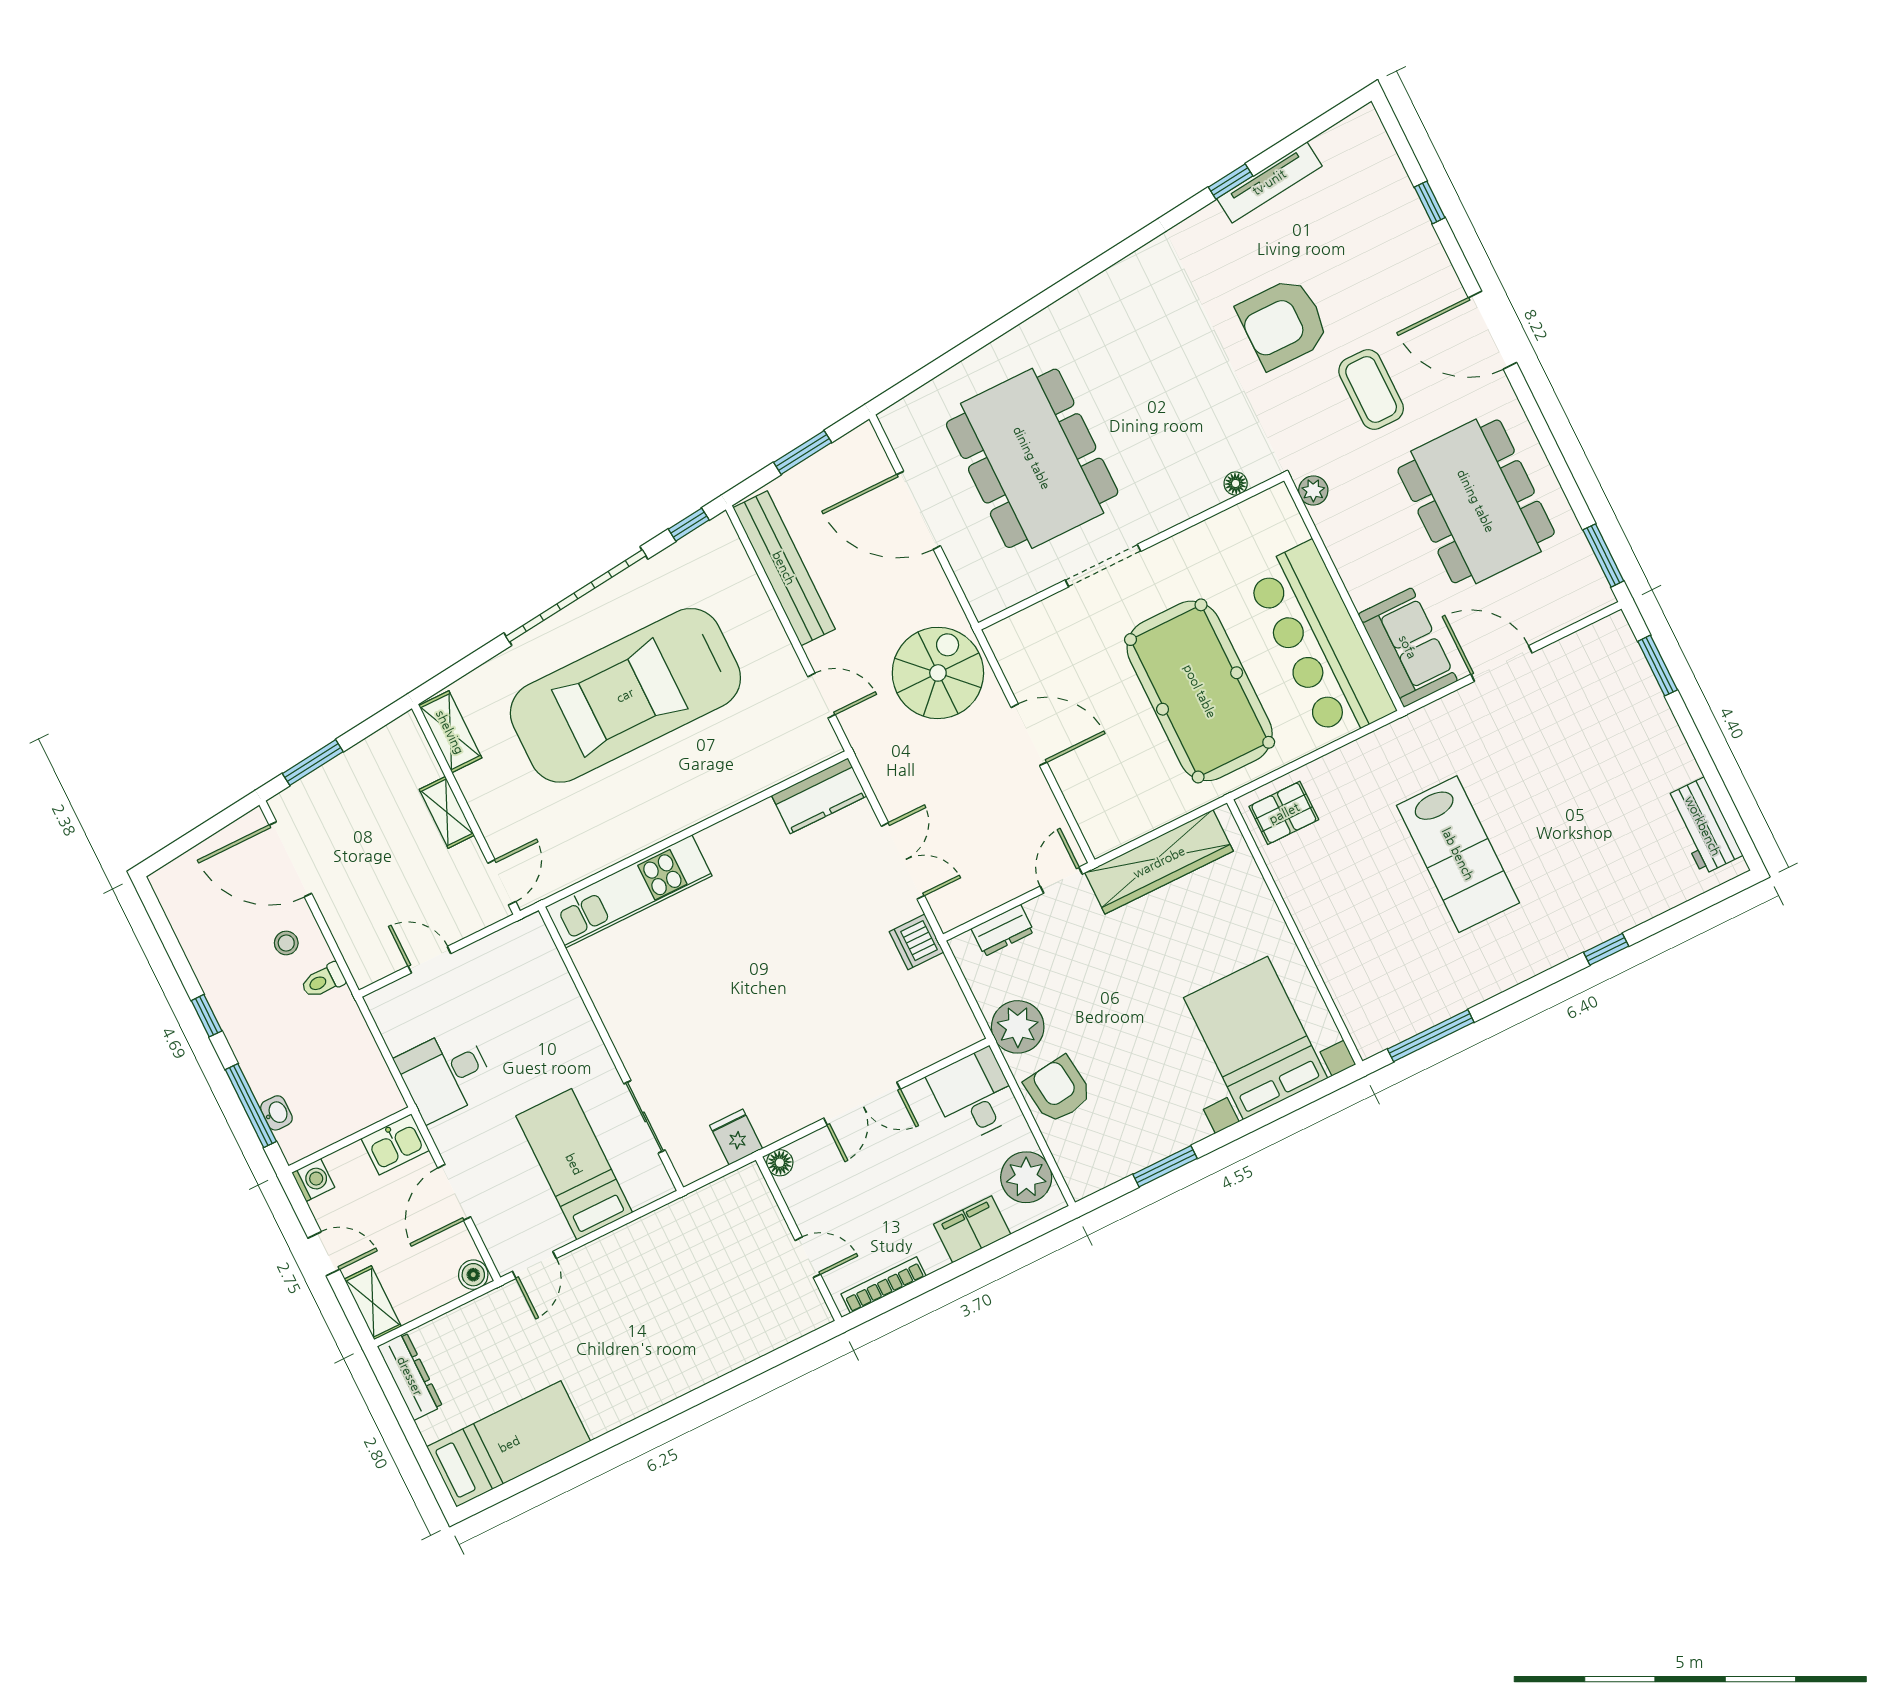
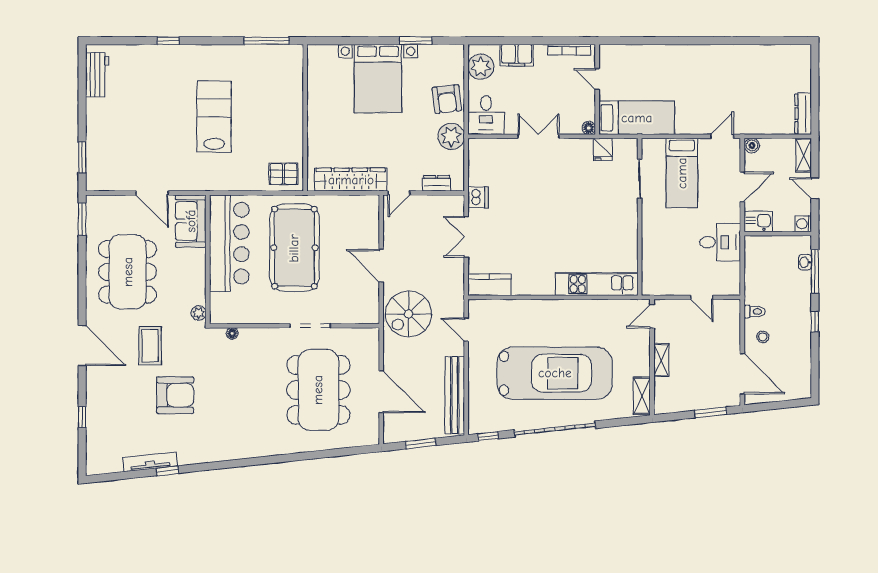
bed with nightstands: (1256, 1038) -> (378, 79), moved
bed: (509, 1444) -> (637, 118), moved, turned 180

